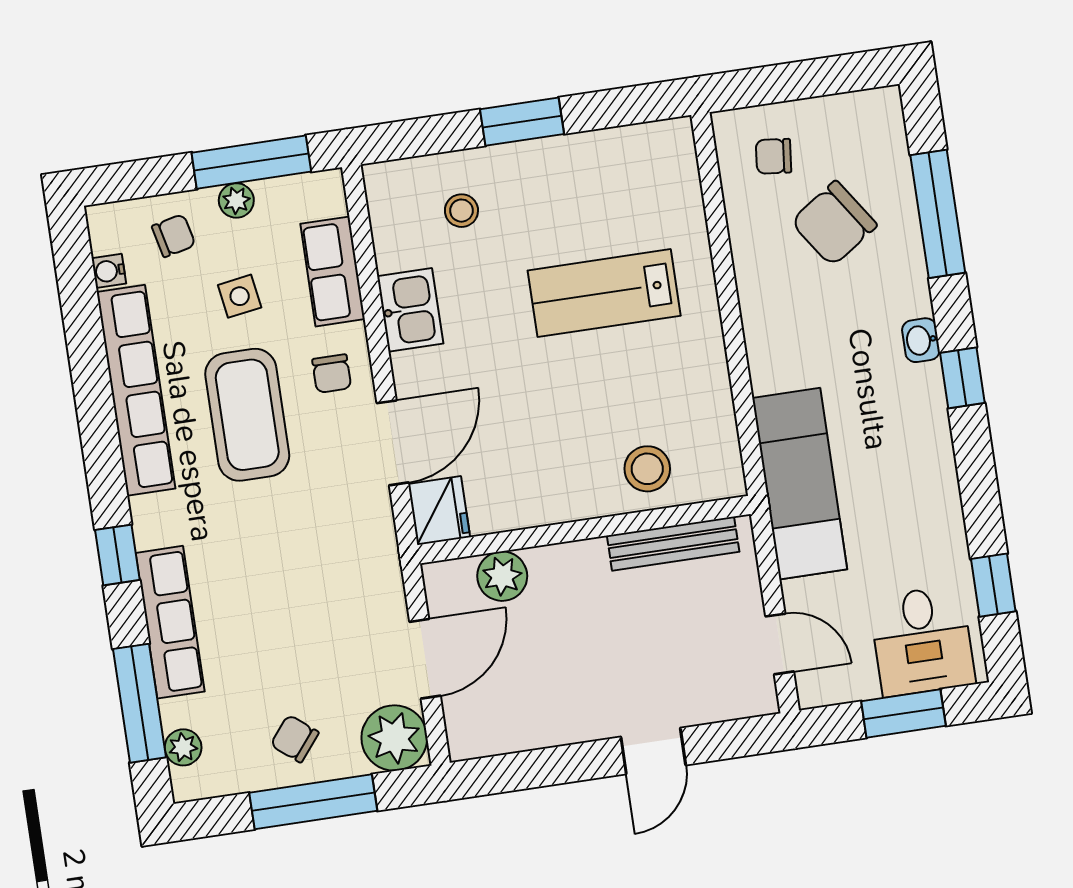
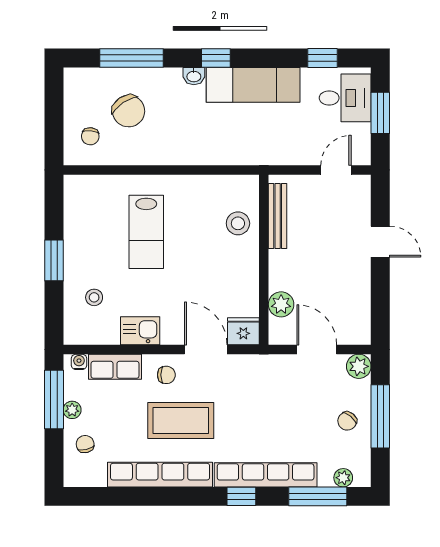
water cooler: (109, 271) -> (79, 362), moved, turned 180
side table: (240, 296) -> (120, 415), removed
exam couch: (800, 484) -> (253, 85), moved, turned 180
row of seats: (170, 622) -> (266, 475), width x1.36
plant: (394, 738) -> (359, 366), width x0.73, depth x0.73

